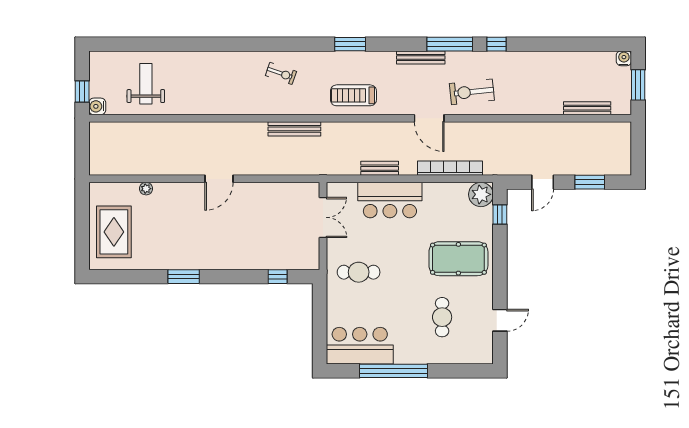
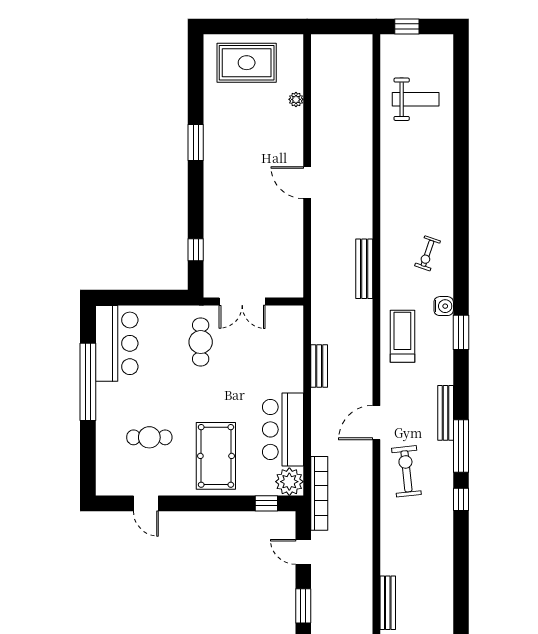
water cooler: (97, 106) -> (444, 306), moved, turned 90
bookcase: (450, 168) -> (319, 493), moved
bar counter: (390, 200) -> (283, 429), moved
double door: (323, 217) -> (242, 301), moved

